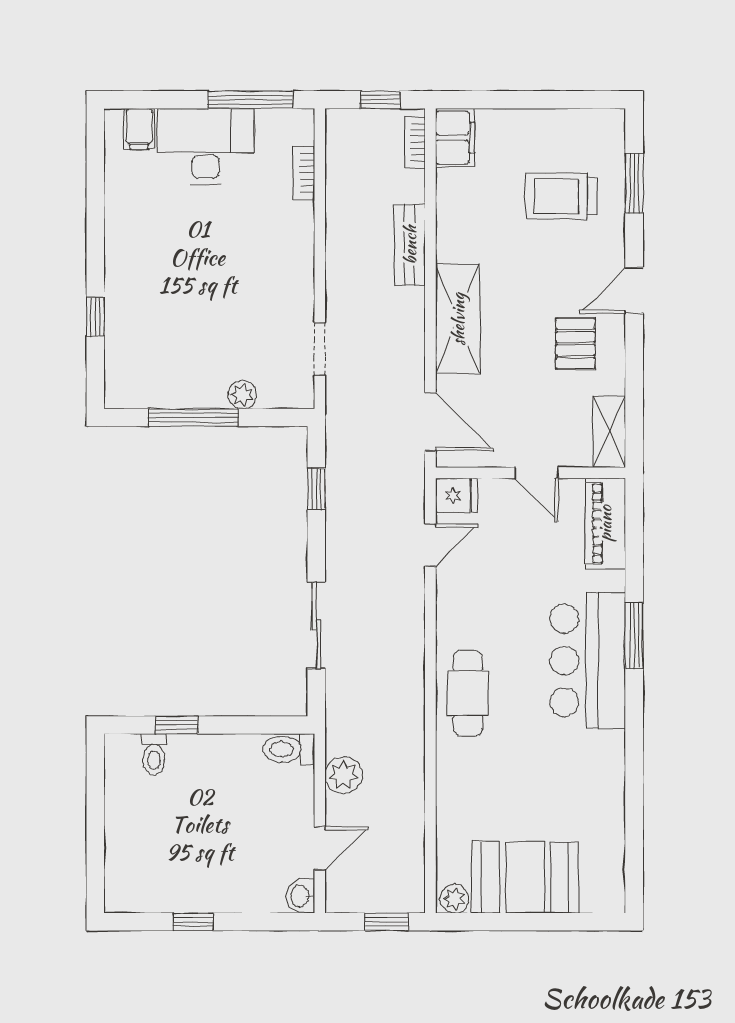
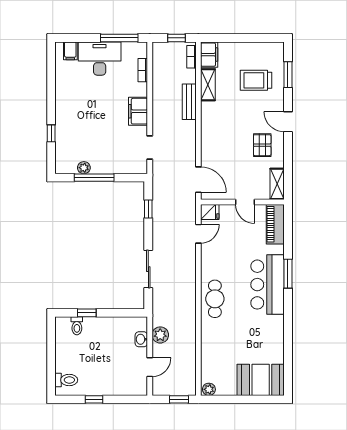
filing cabinet: (293, 266) -> (138, 111), added
door: (634, 290) -> (288, 122), hinge flipped
shelving: (458, 319) -> (208, 85), moved, width x0.67, depth x0.75
plant: (242, 395) -> (84, 168), moved
toilet: (289, 749) -> (66, 380), moved, turned 180
booth: (525, 877) -> (261, 380), moved
washbasin: (301, 896) -> (141, 339), moved

